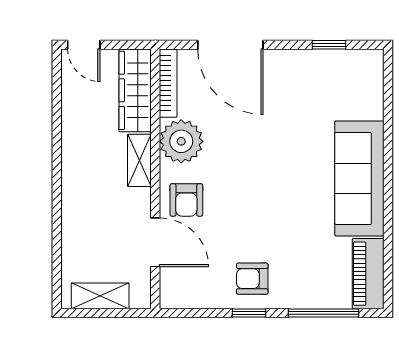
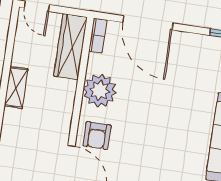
bookcase: (168, 83) -> (98, 36), width x0.64
shelving: (139, 160) -> (16, 87), moved

